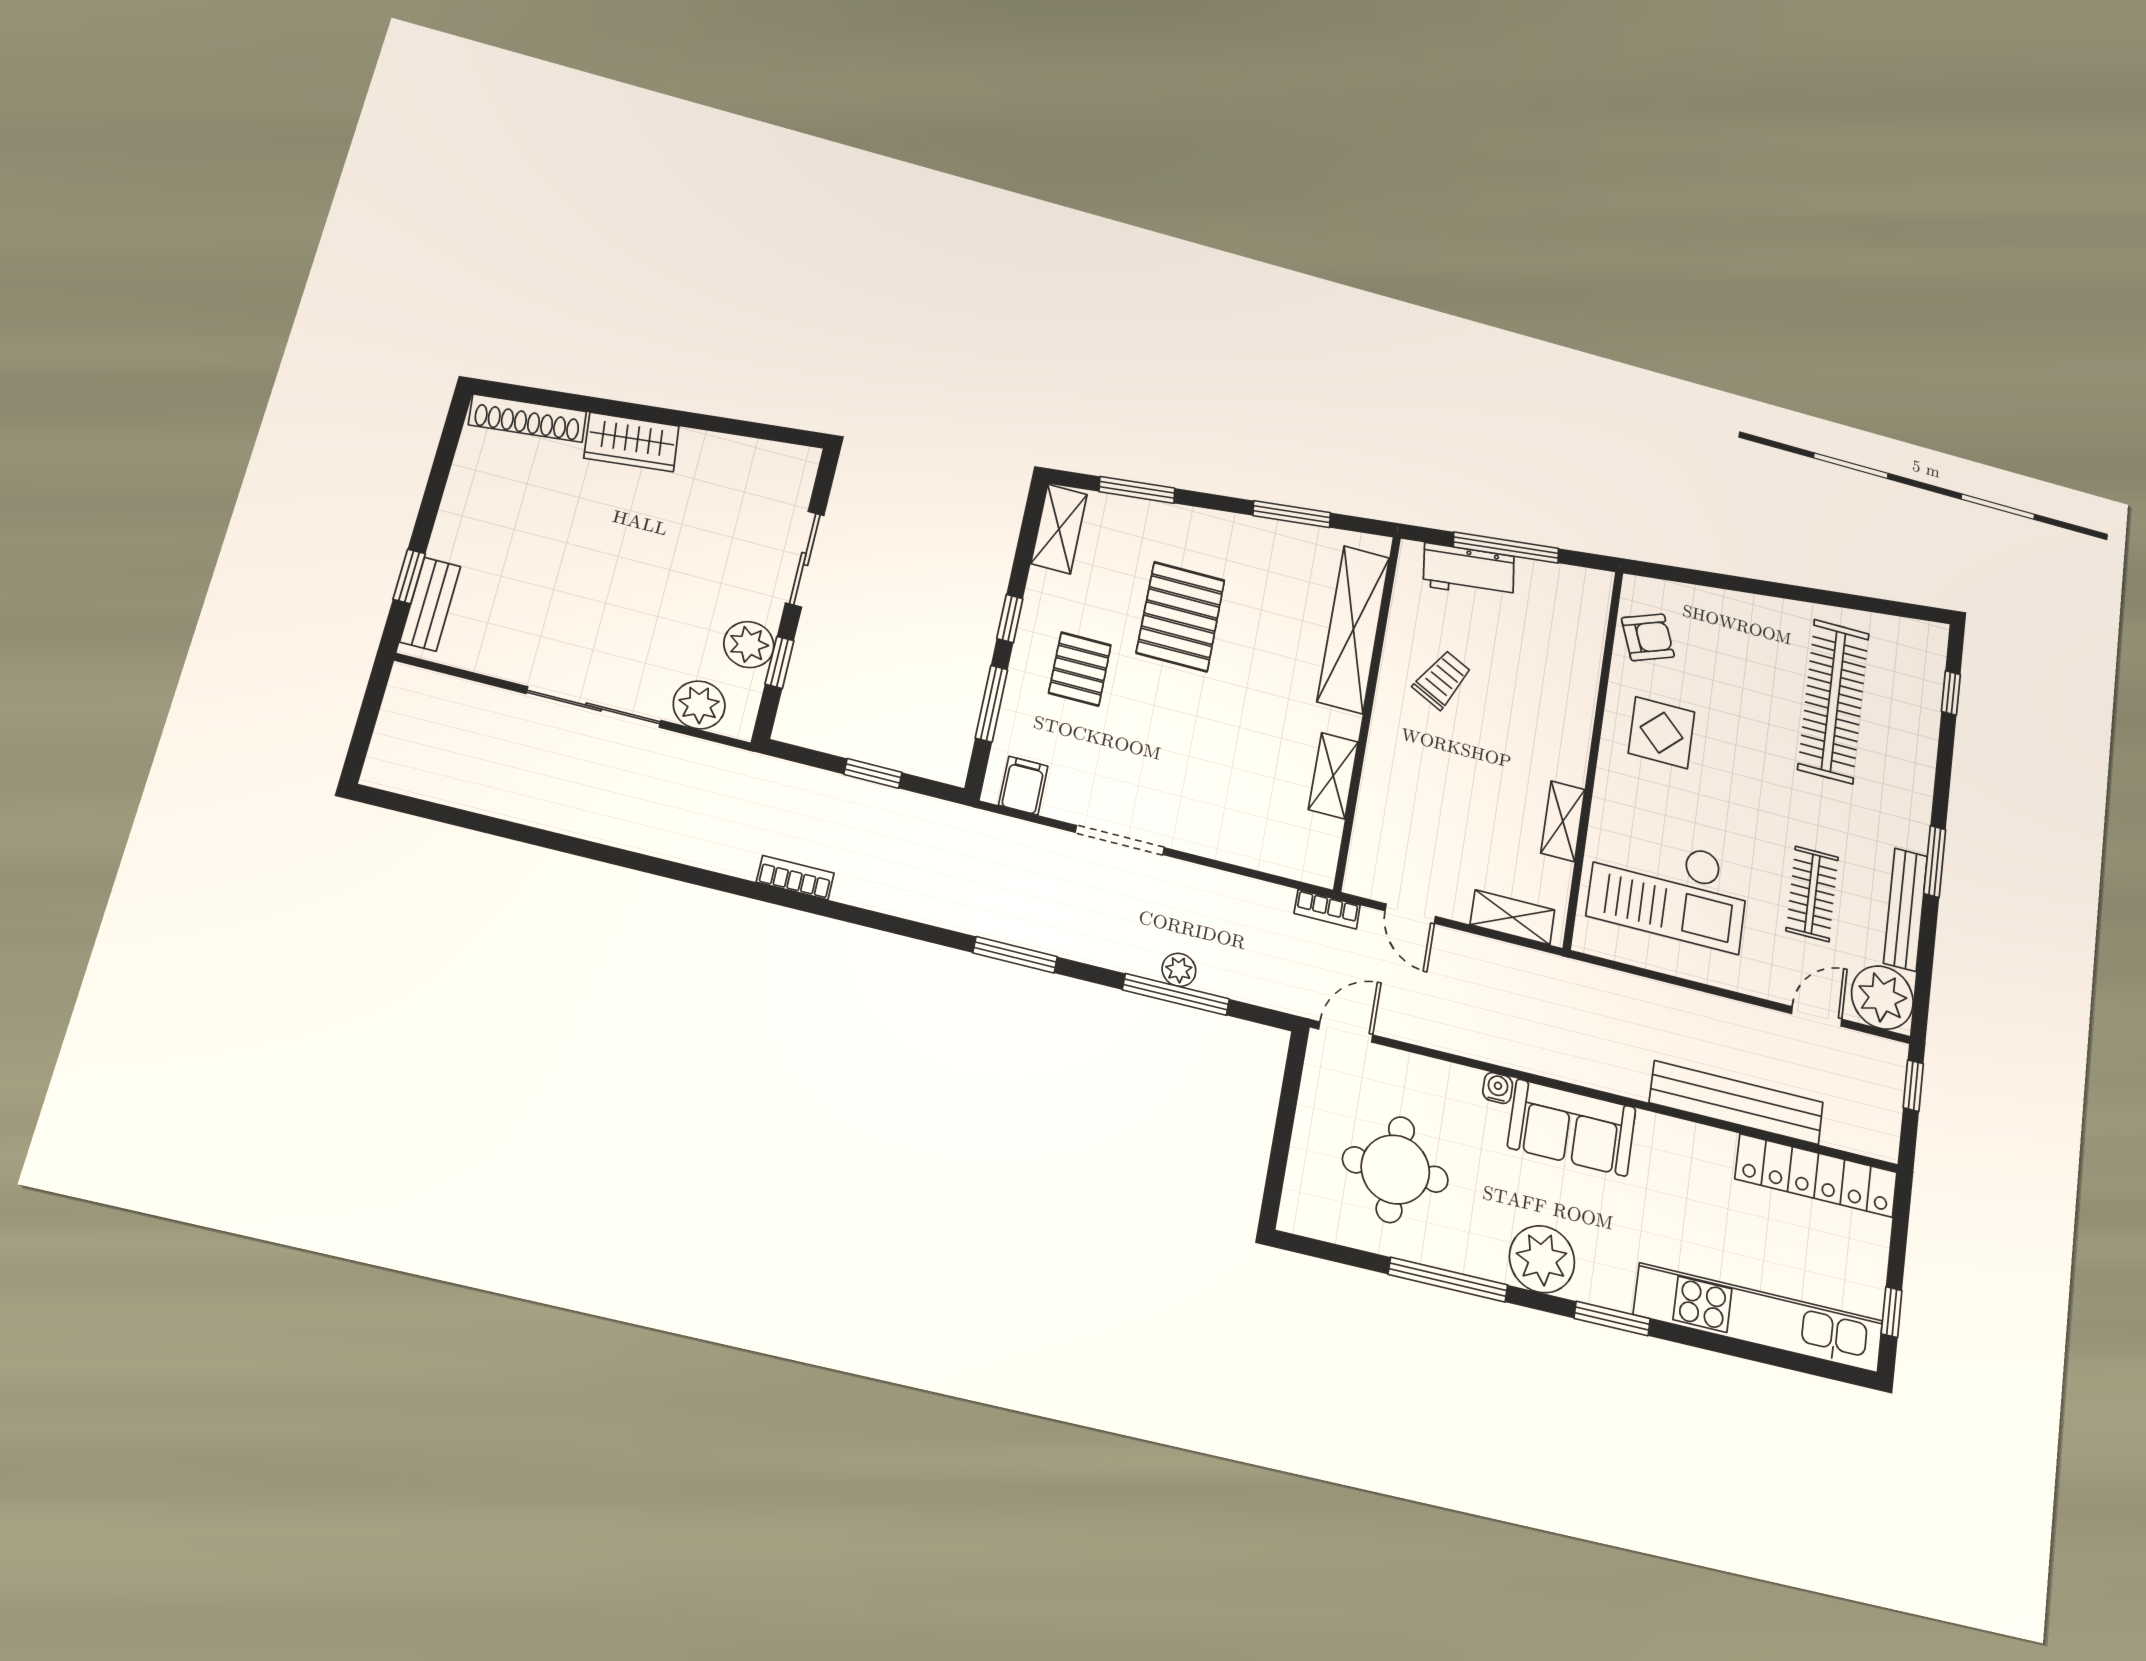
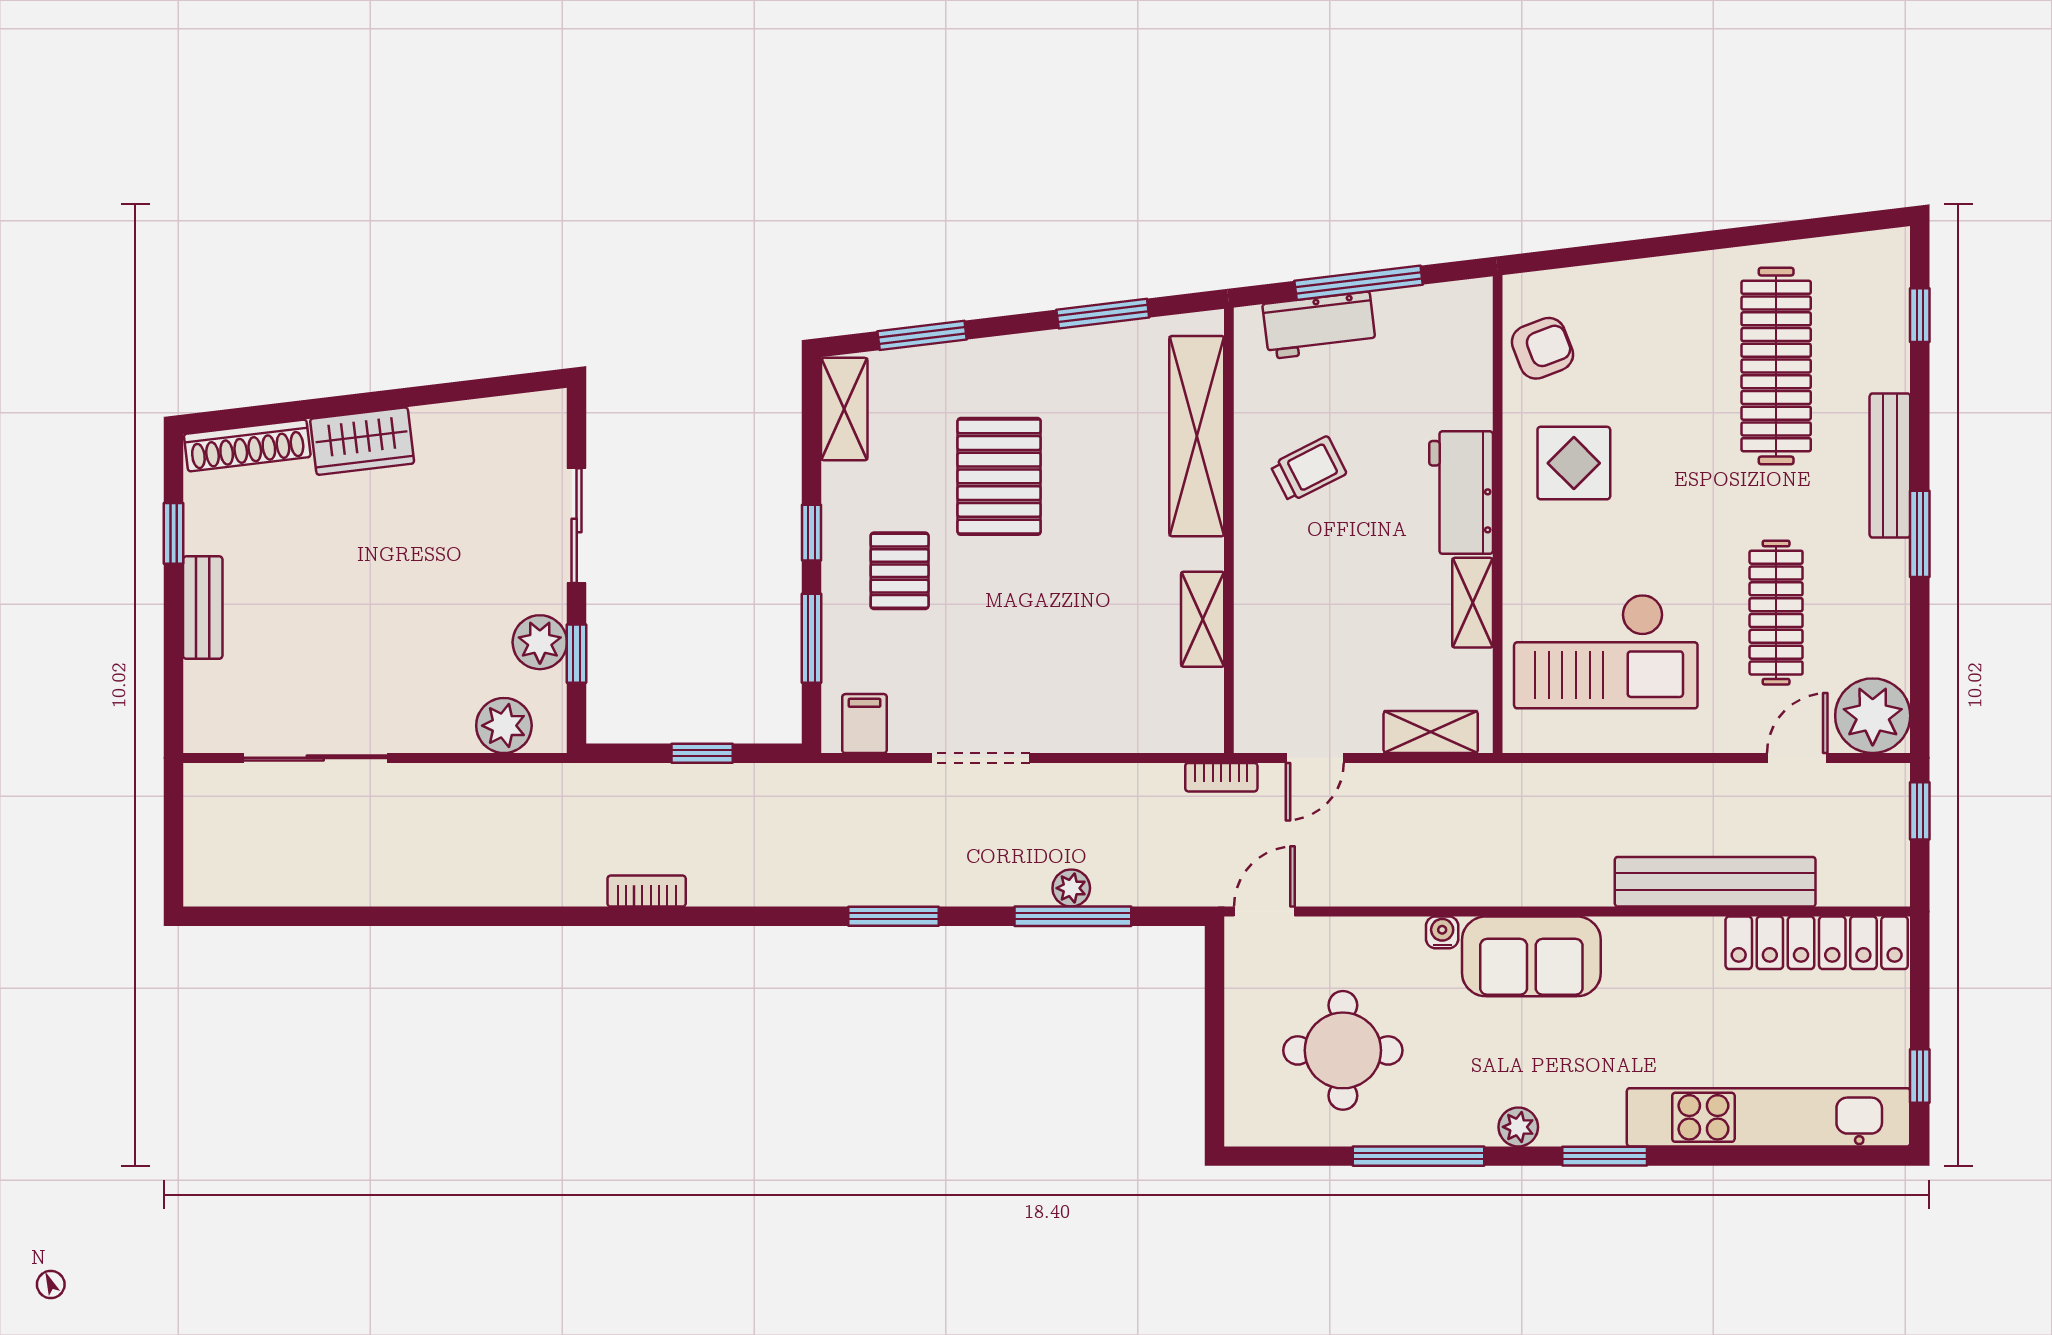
window: (409, 576) -> (174, 533), moved
bench: (430, 604) -> (203, 608), moved
trolley: (1442, 680) -> (1308, 469), turned 35
sliding door: (594, 707) -> (315, 758), moved
workbench: (1566, 731) -> (1461, 493), added
clothes rail: (1812, 894) -> (1776, 613), width x1.36
bench: (1905, 909) -> (1890, 466), moved
door: (1410, 914) -> (1315, 758), hinge flipped
plant: (1542, 1259) -> (1518, 1127), width x0.53, depth x0.53

